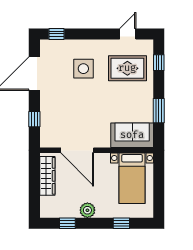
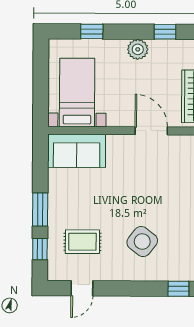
rug: (127, 68) -> (82, 242), width x0.73, depth x0.70
side table: (83, 69) -> (142, 242), turned 38
window: (159, 111) -> (40, 209), moved
door: (77, 150) -> (151, 131), width x0.73

